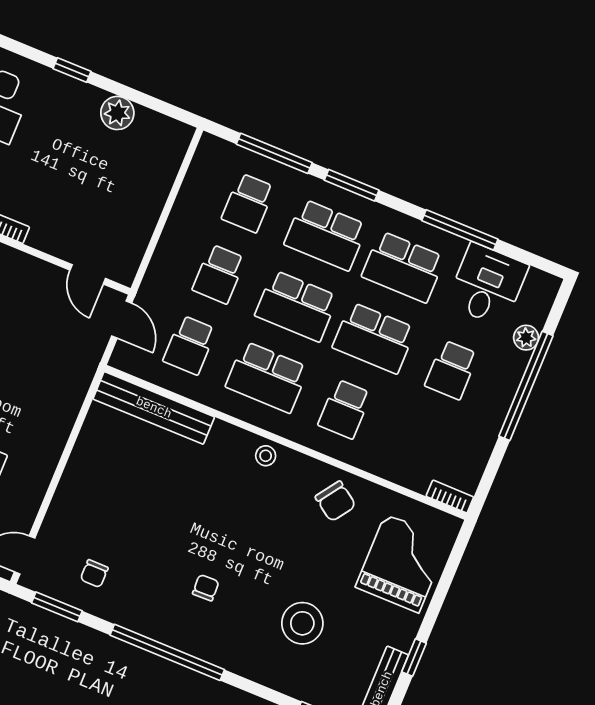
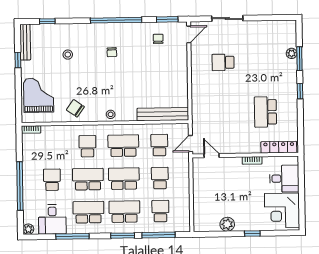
door: (122, 320) -> (190, 144), hinge flipped
plant: (526, 338) -> (28, 229), moved
grand piano: (402, 563) -> (39, 95), turned 180
stool: (302, 623) -> (68, 55), width x0.53, depth x0.53

